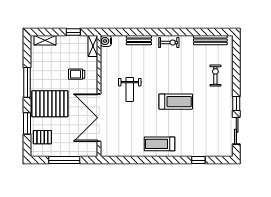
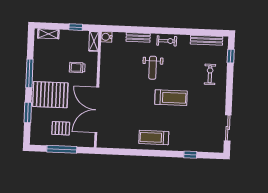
weight bench: (130, 89) -> (153, 68), moved
window: (236, 104) -> (231, 56), moved
pallet: (42, 137) -> (61, 128), moved

